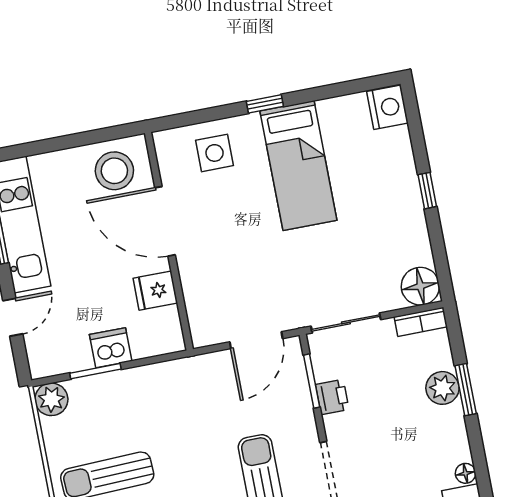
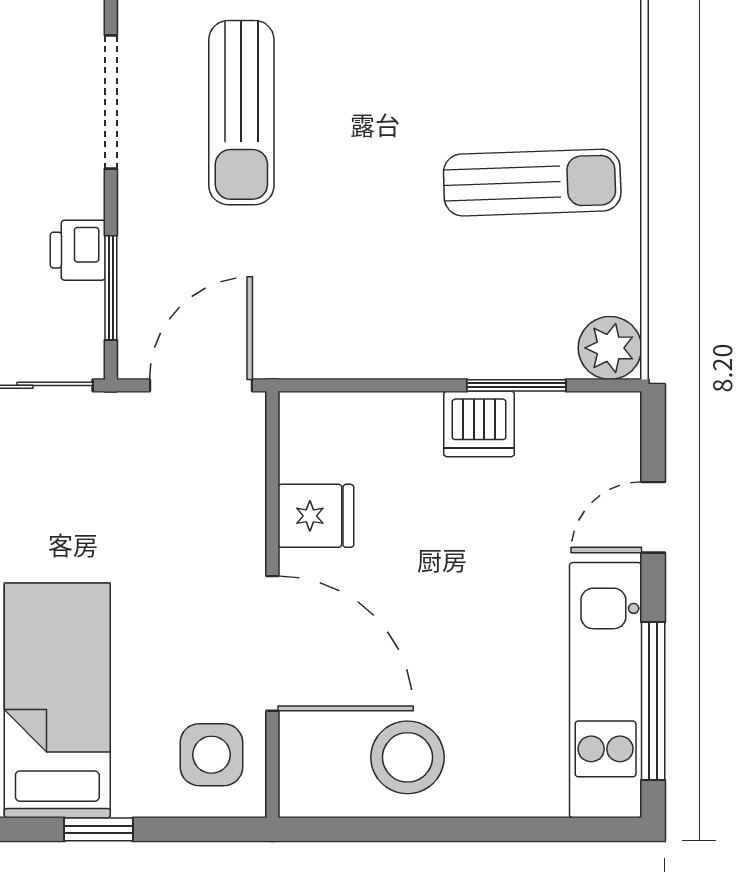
door: (165, 221) -> (272, 643), moved
wall: (169, 241) -> (272, 604), moved
fridge: (155, 291) -> (316, 516), moved

